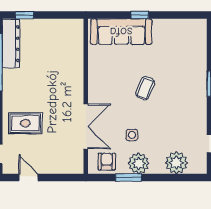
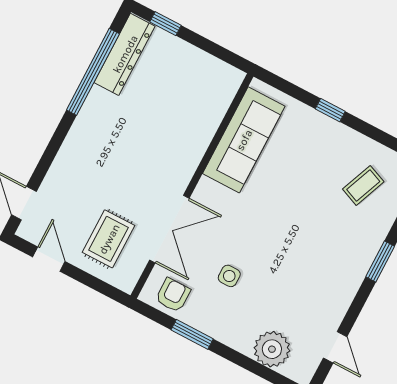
sofa: (121, 32) -> (244, 140), moved, turned -90
coffee table: (145, 88) -> (363, 185), moved
rug: (25, 123) -> (109, 239), moved, turned 90
plant: (139, 163) -> (217, 322), removed

